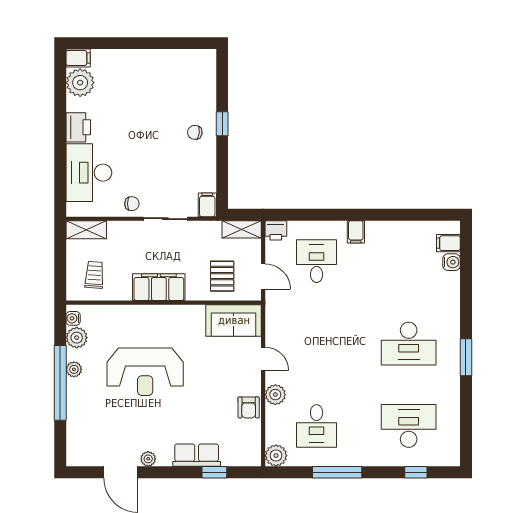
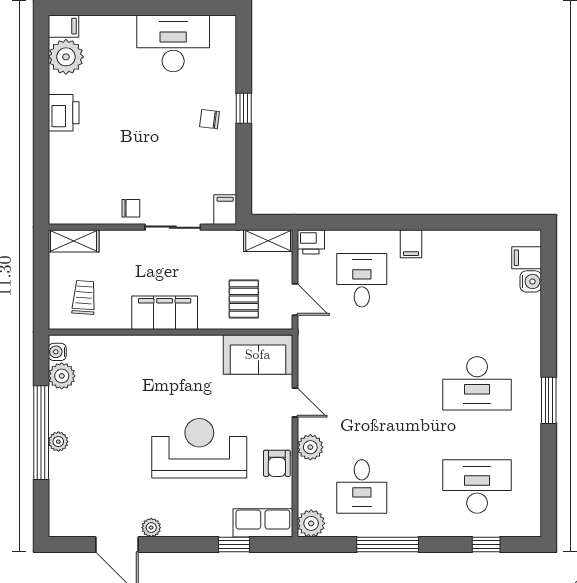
desk: (89, 173) -> (173, 43), moved, turned 90
plant: (74, 369) -> (58, 442), moved
reception desk: (145, 372) -> (199, 448), moved, turned 180
row of seats: (197, 455) -> (263, 523), moved

